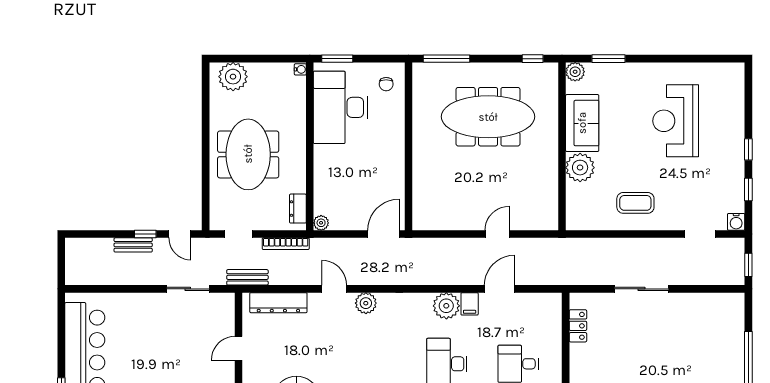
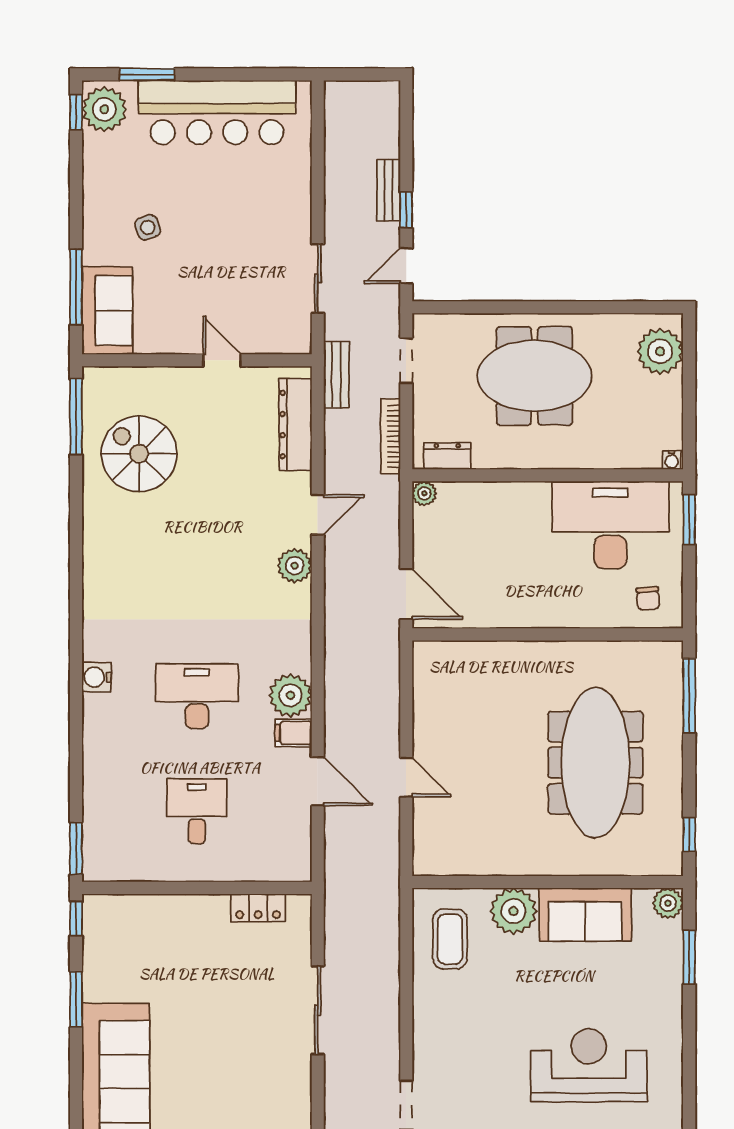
chair: (386, 84) -> (648, 598), turned -94
coffee table: (635, 203) -> (450, 939), moved

